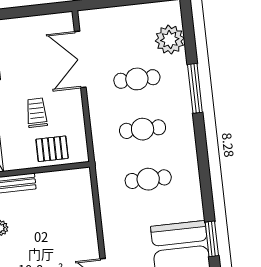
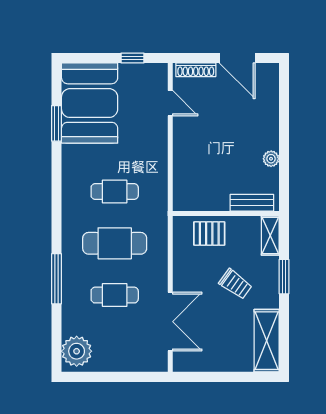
plant: (170, 40) -> (77, 351), moved
trolley: (37, 113) -> (235, 284), moved, turned -54
cafe table: (143, 129) -> (115, 243), width x1.37, depth x1.35

